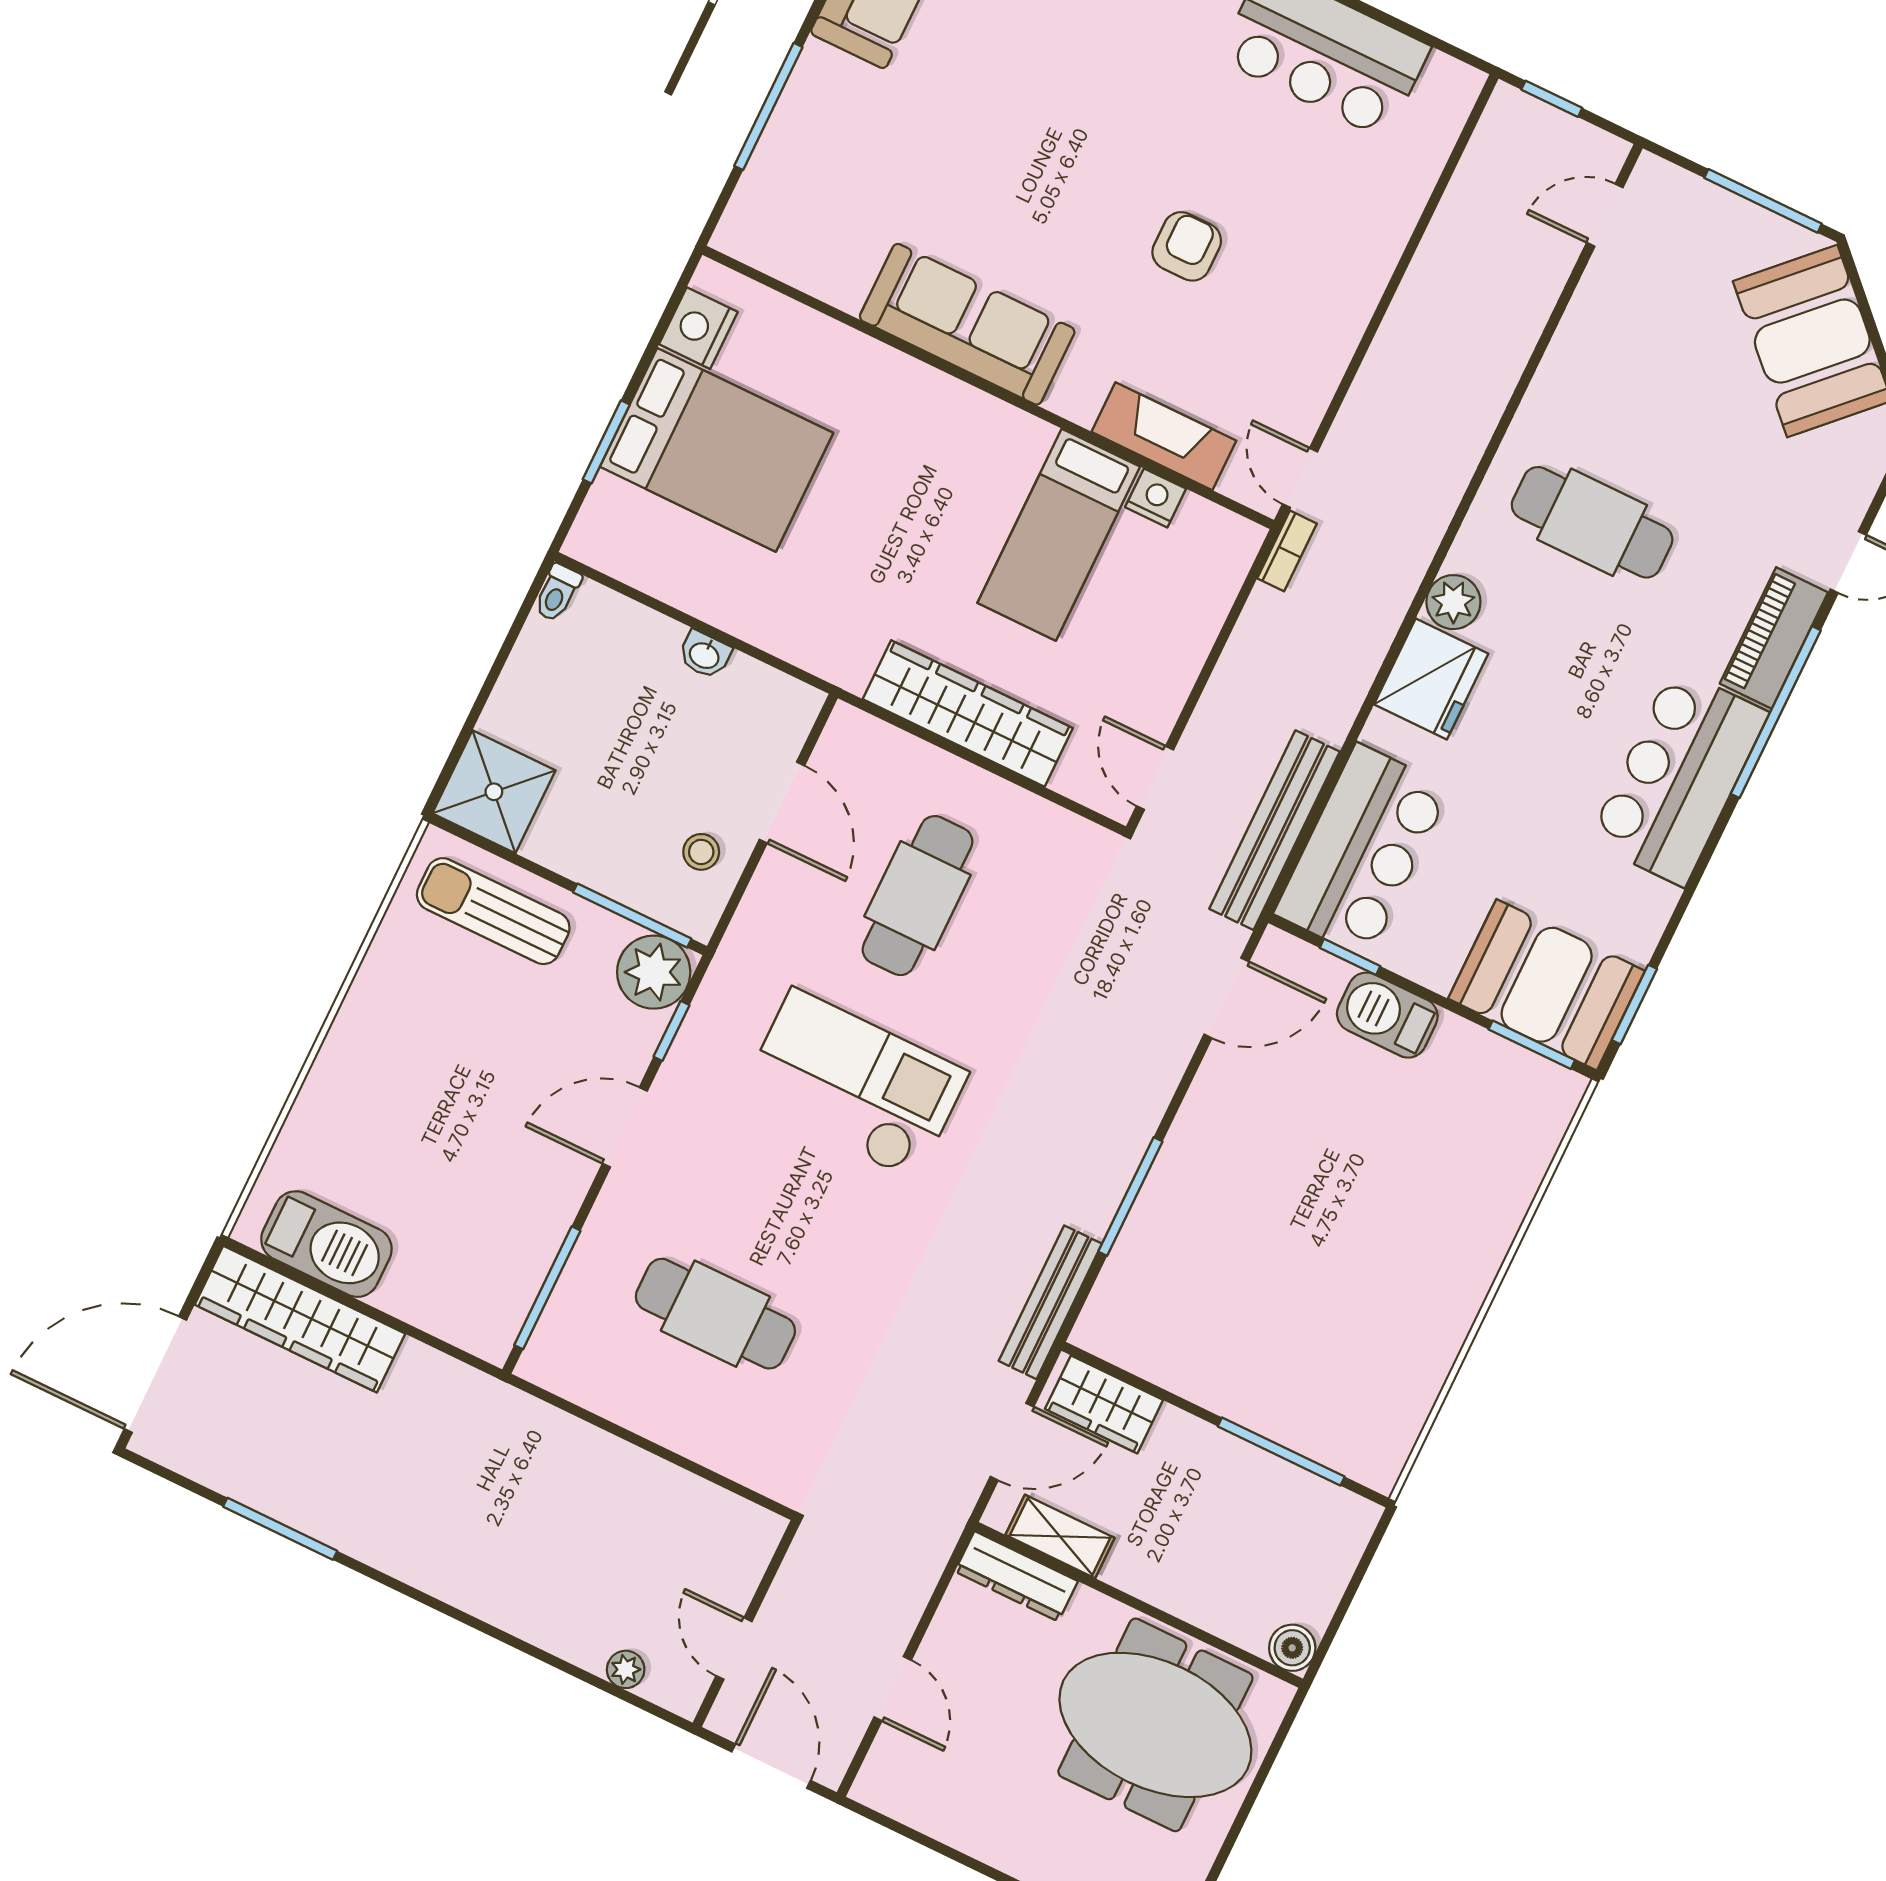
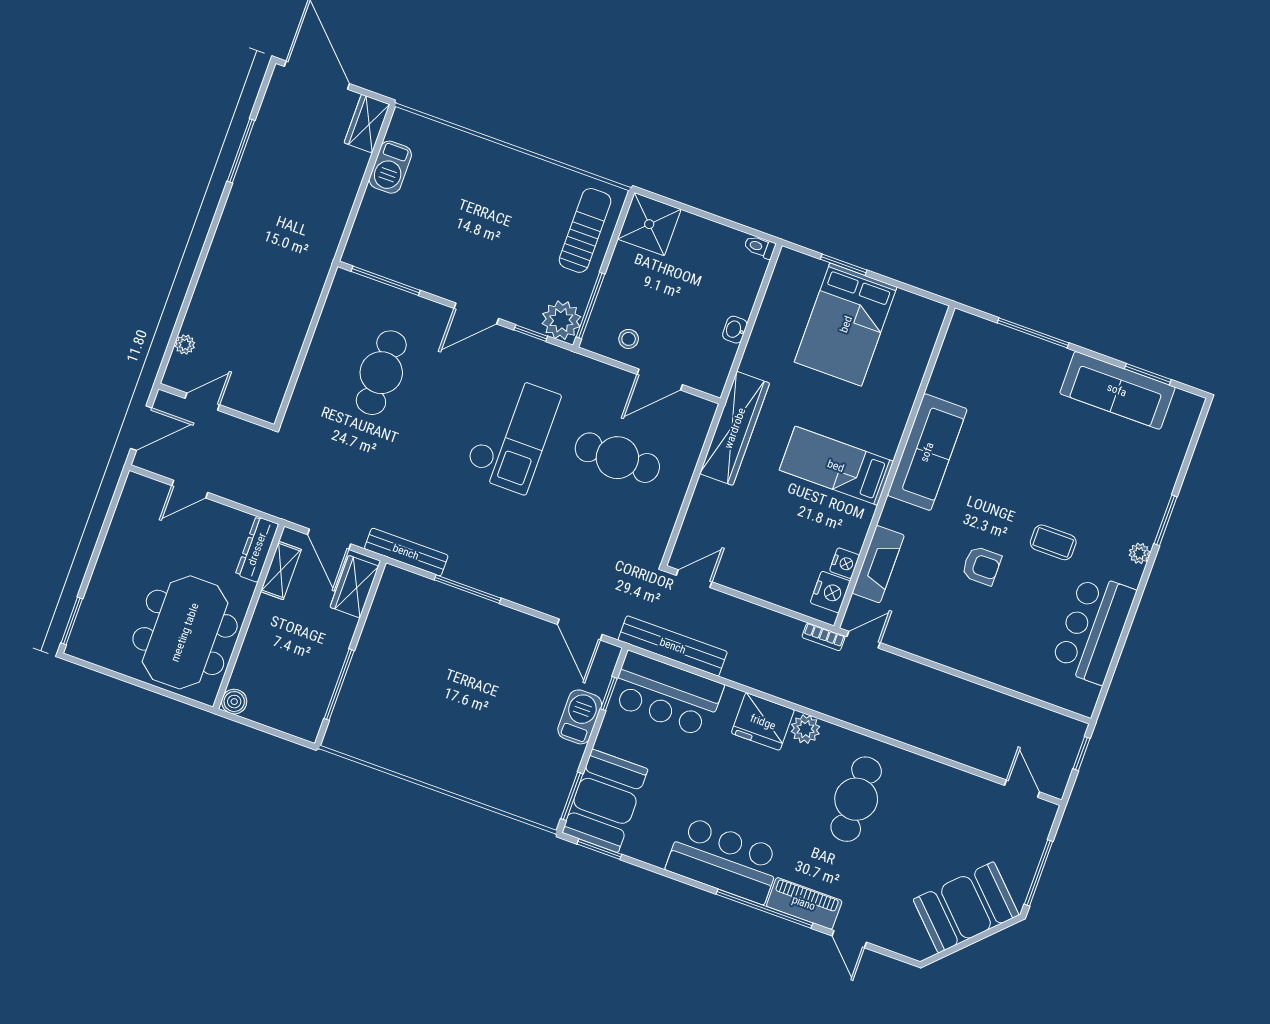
coffee table: (1158, 110) -> (1053, 542), added
nightstand: (698, 328) -> (830, 592), moved, turned 90
bed: (1059, 535) -> (836, 466), moved
wardrobe: (968, 714) -> (735, 428), moved
door: (625, 1127) -> (476, 313), swing flipped
barbecue: (326, 1244) -> (390, 167), width x0.73, depth x0.83
wardrobe: (300, 1319) -> (367, 124), width x0.48, depth x0.85

